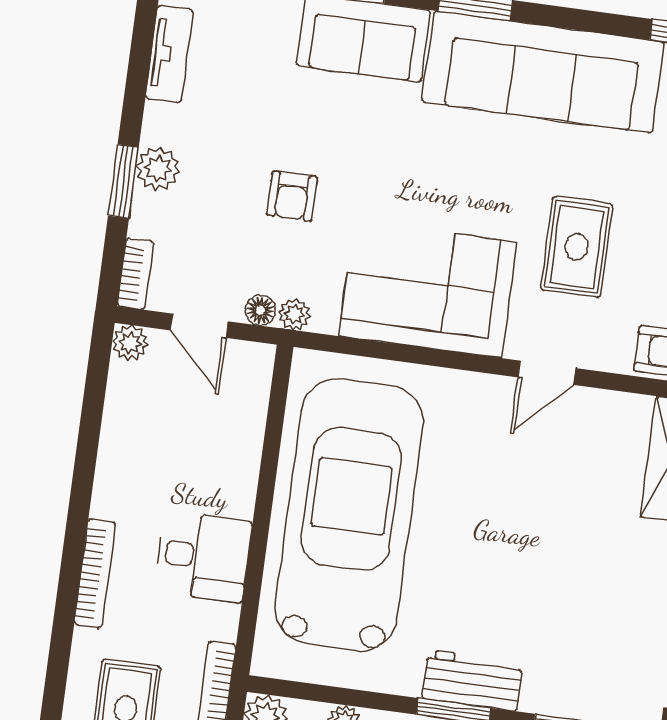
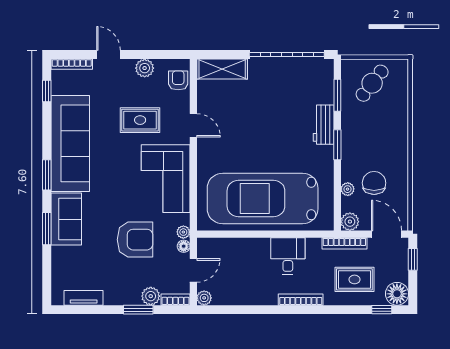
plant: (158, 169) -> (151, 296), moved
armchair: (292, 196) -> (135, 240), width x1.88, depth x1.88
workbench: (473, 680) -> (324, 125), moved

